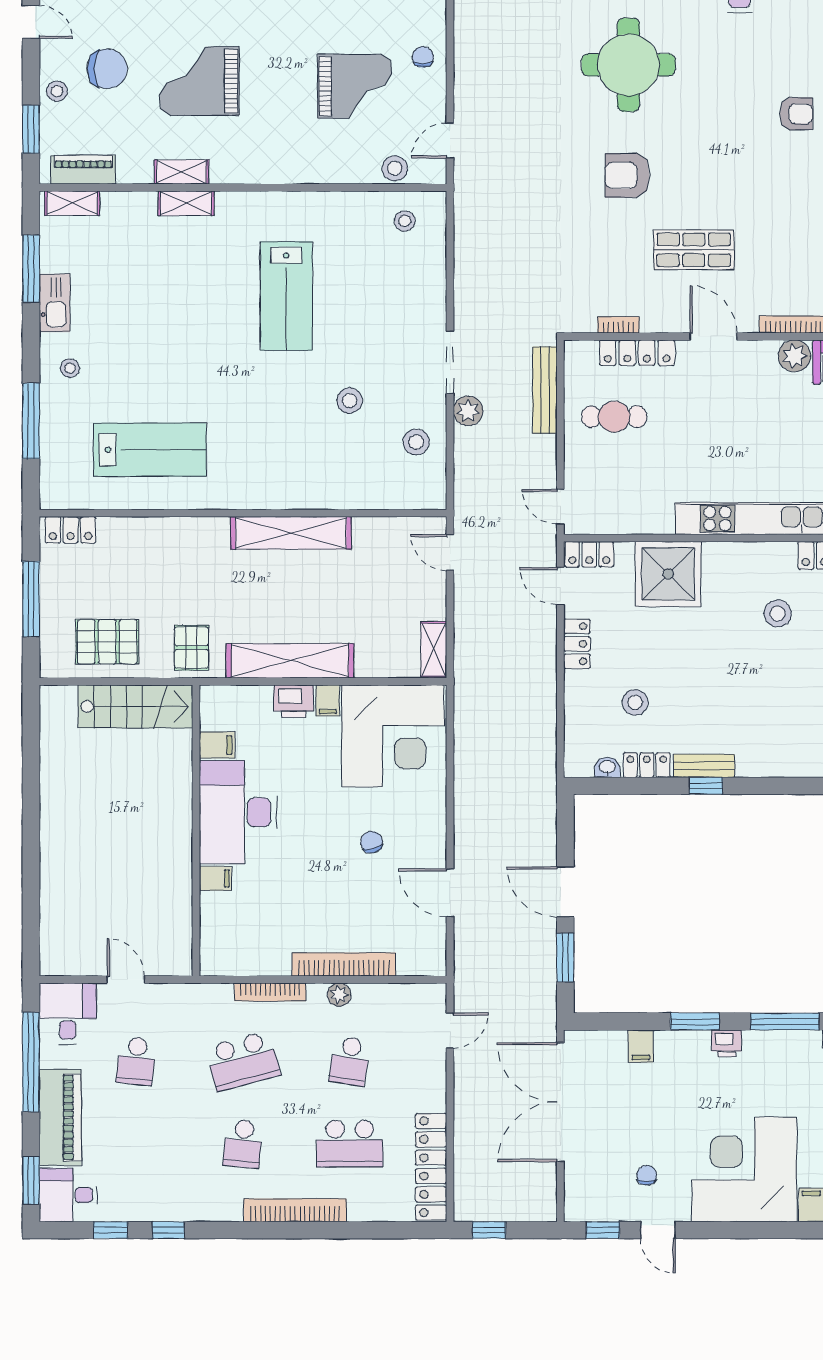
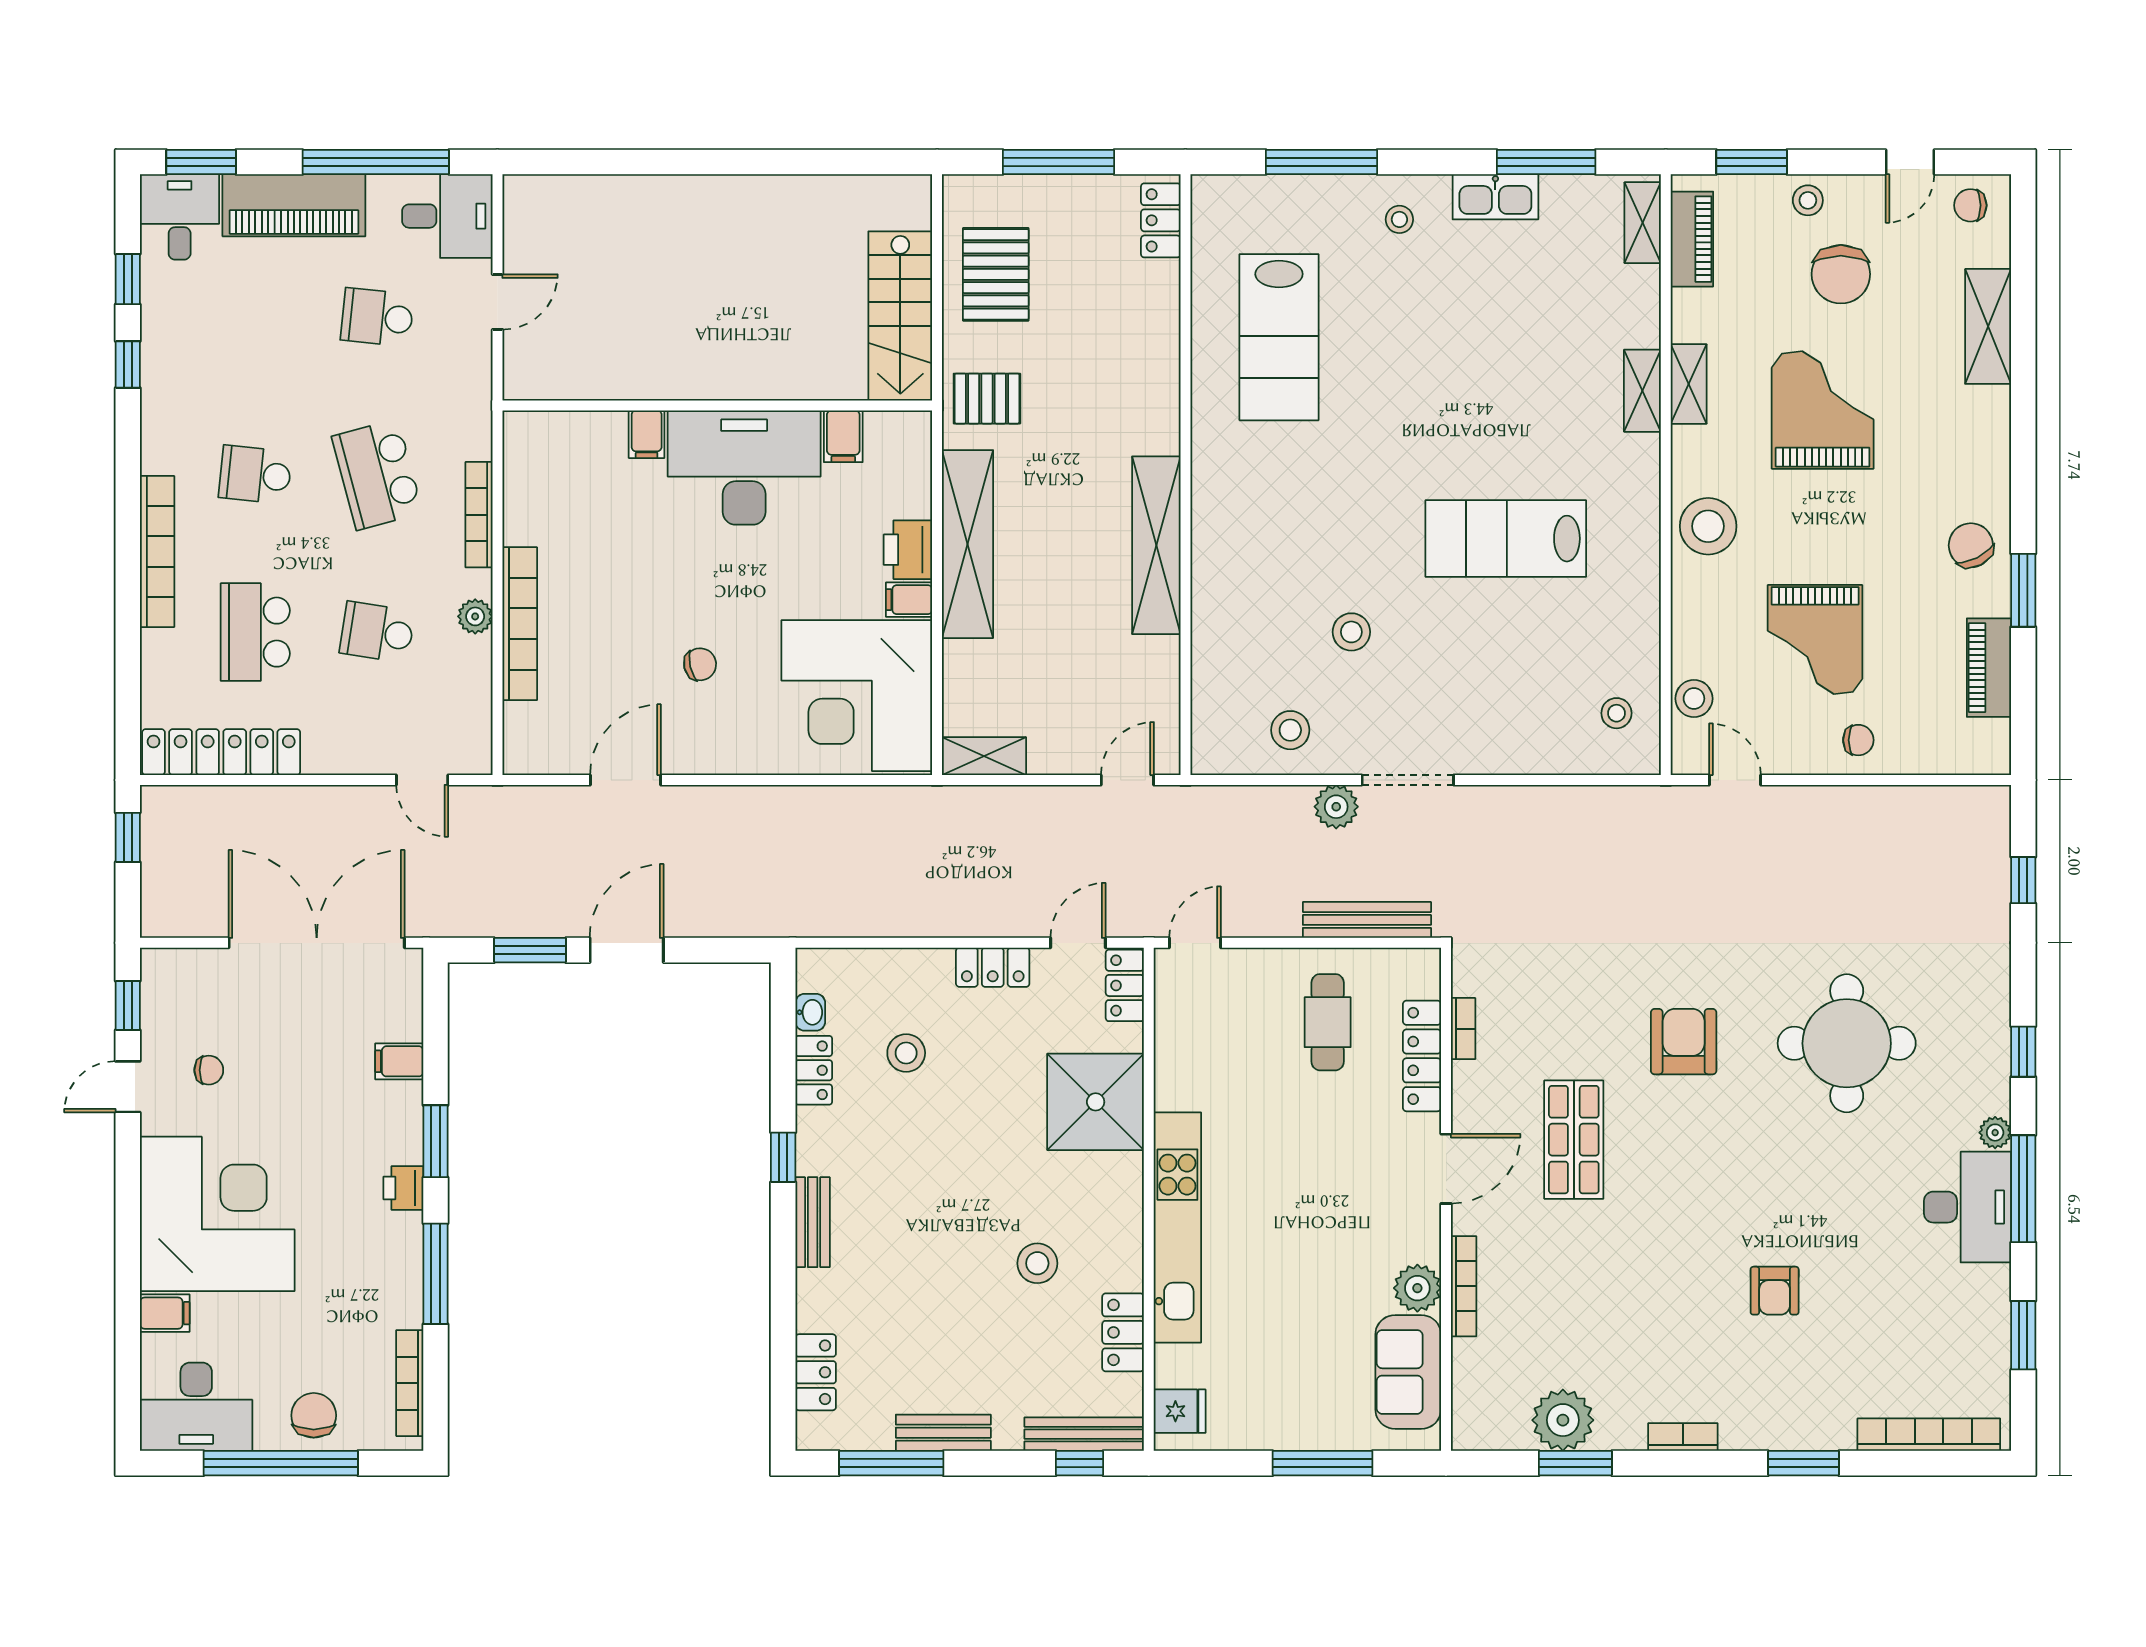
stool: (278, 159) -> (1708, 526), added
bench: (704, 766) -> (813, 1222), moved

